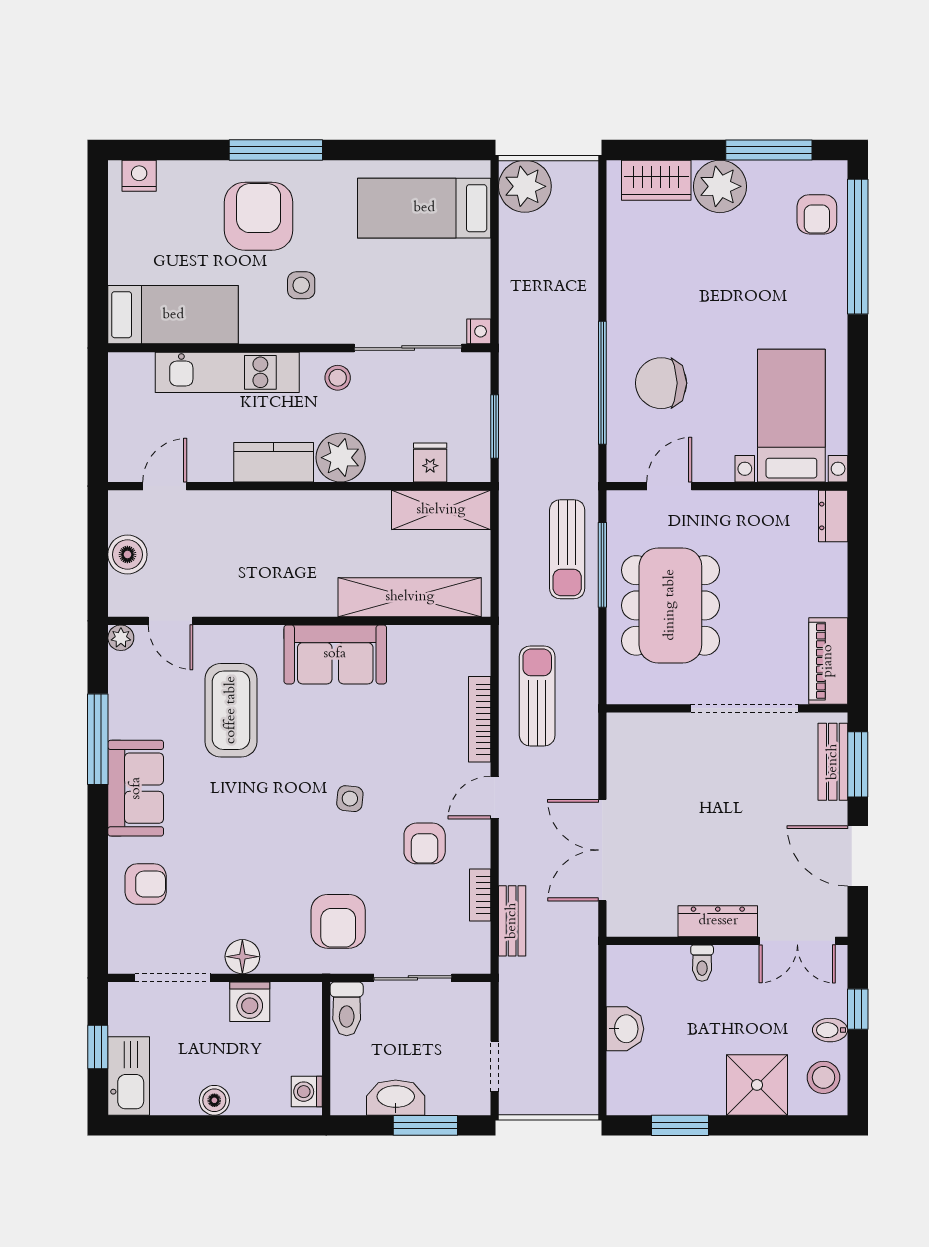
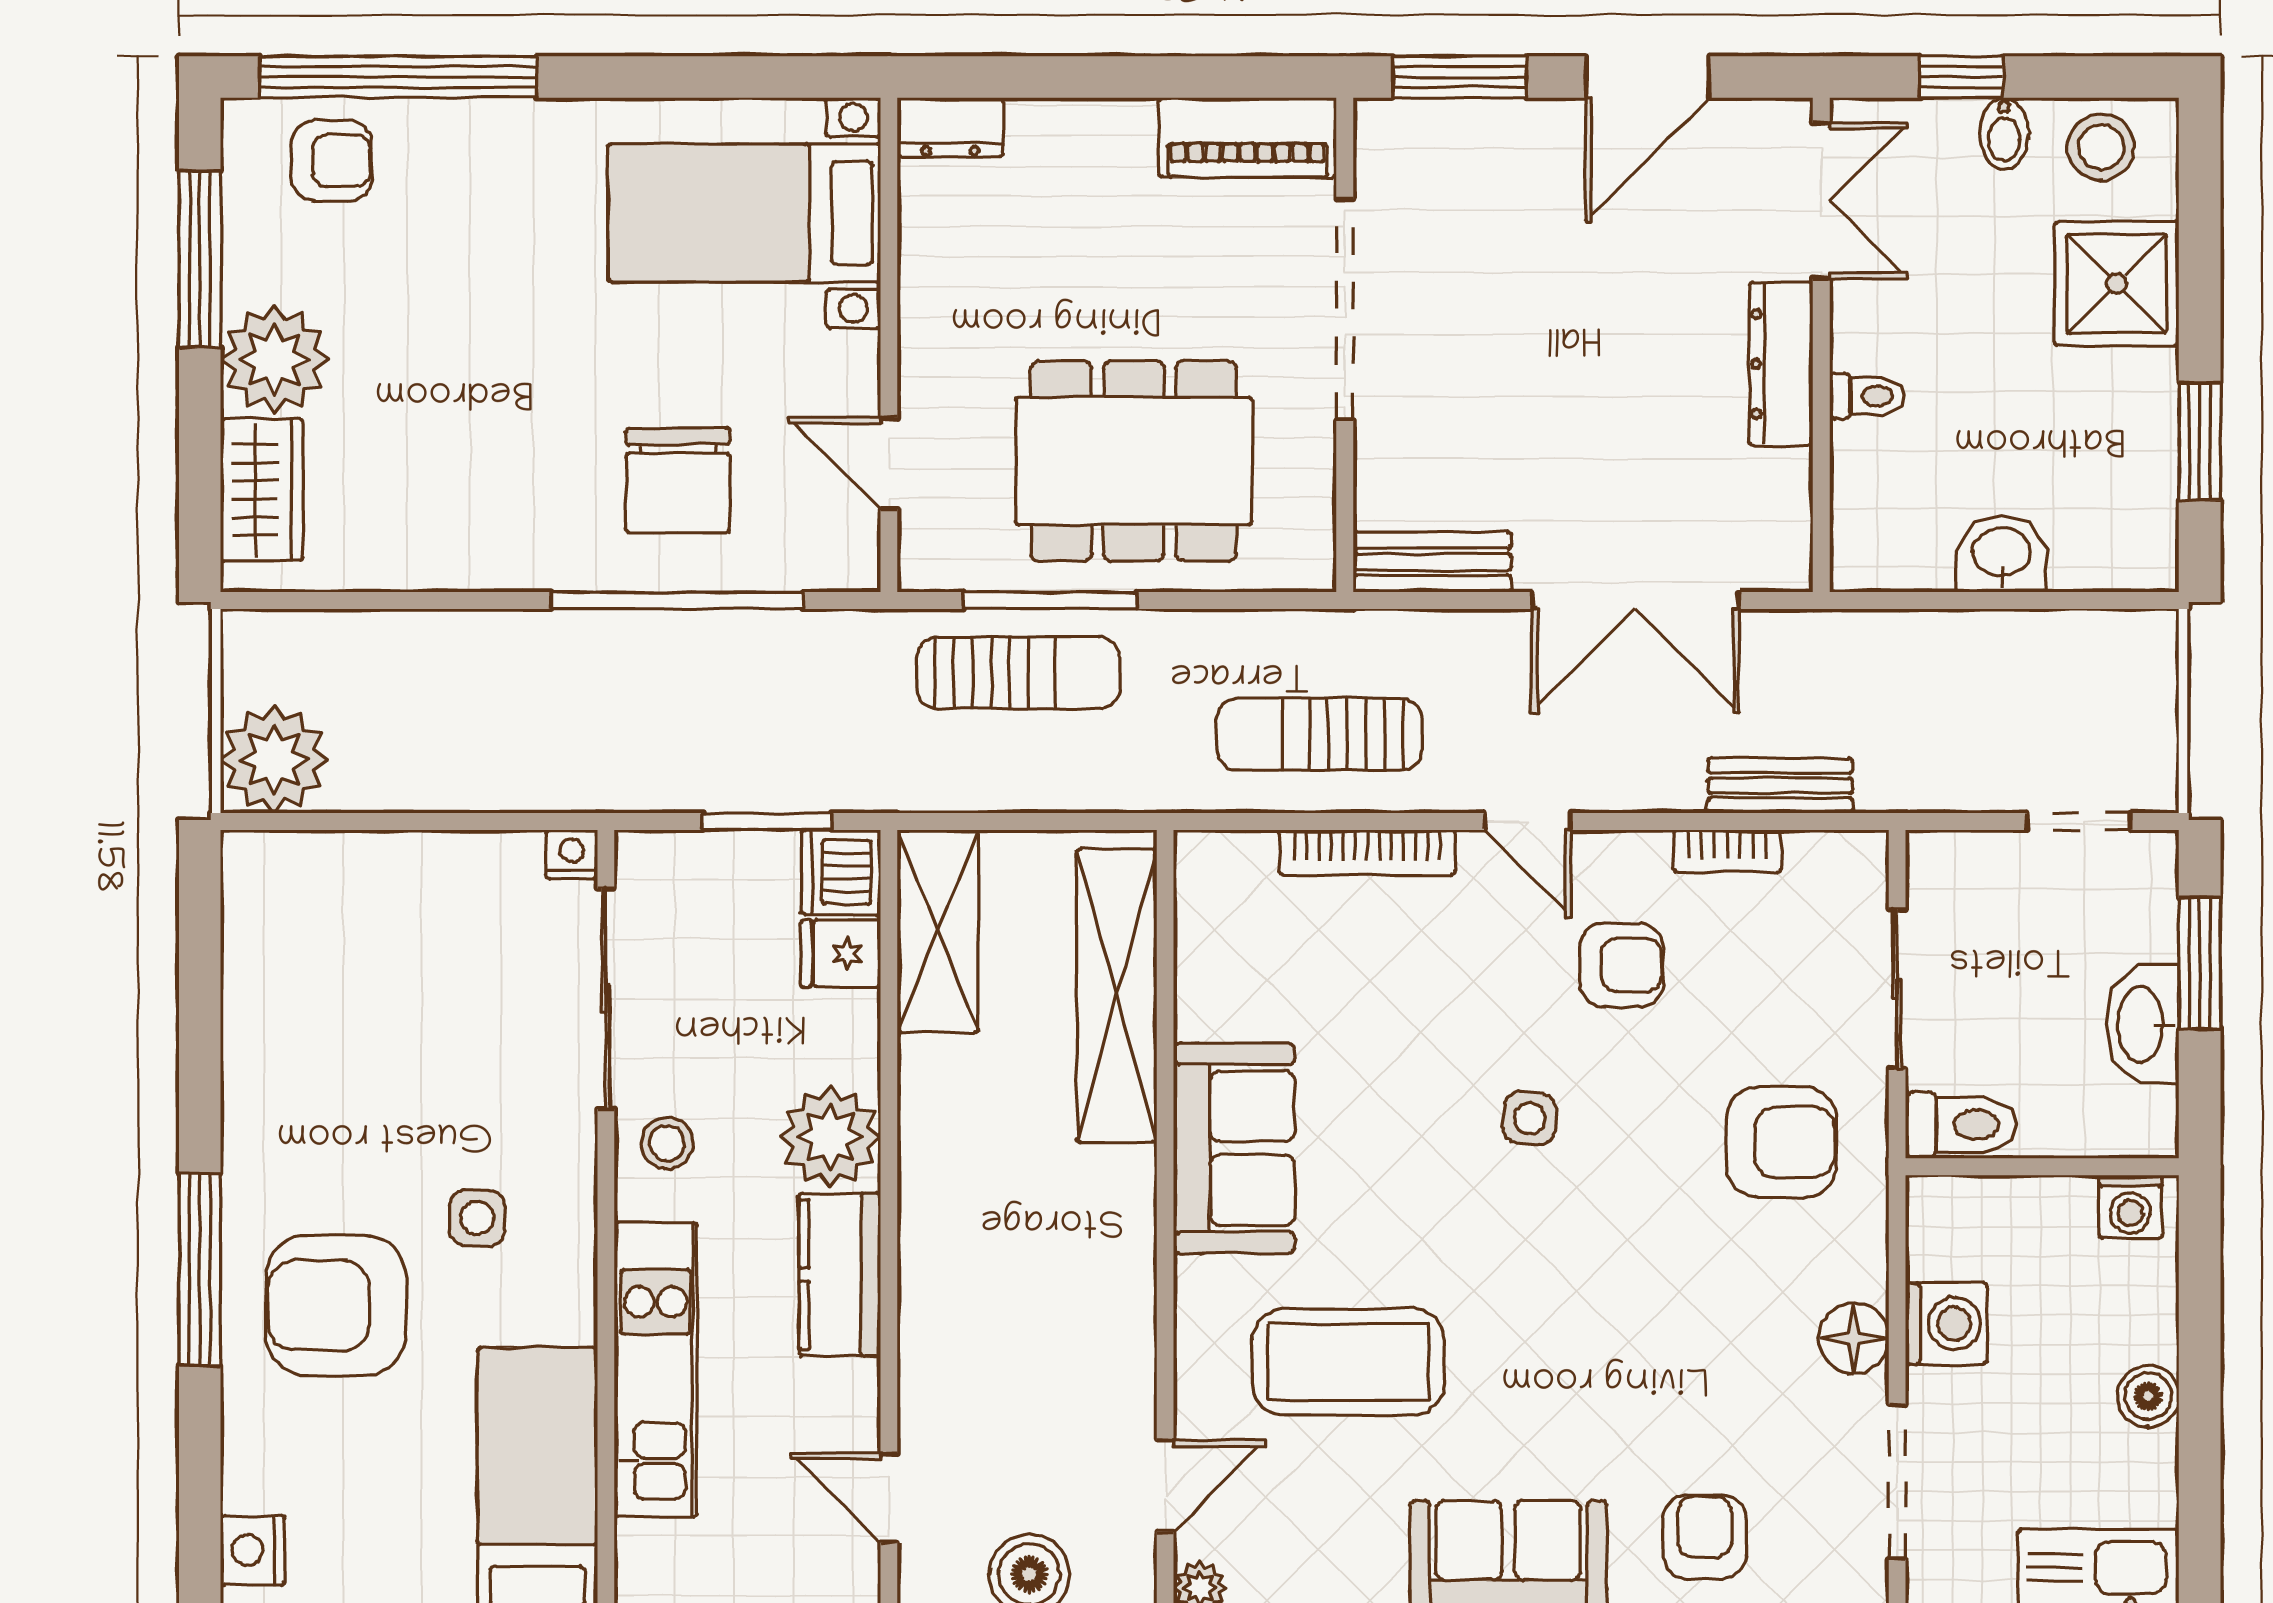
bed: (424, 208) -> (319, 966), removed
dishwasher: (470, 463) -> (841, 872), added
bench: (833, 762) -> (1432, 562), moved

